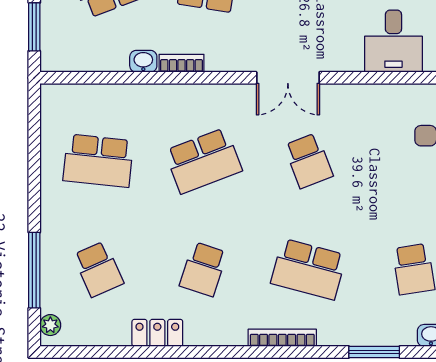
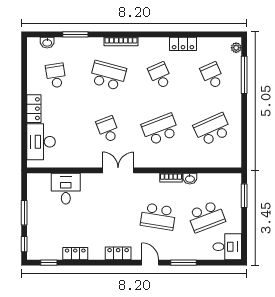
school desk: (98, 161) -> (212, 129), turned -30
school desk: (203, 269) -> (160, 76), turned -42

